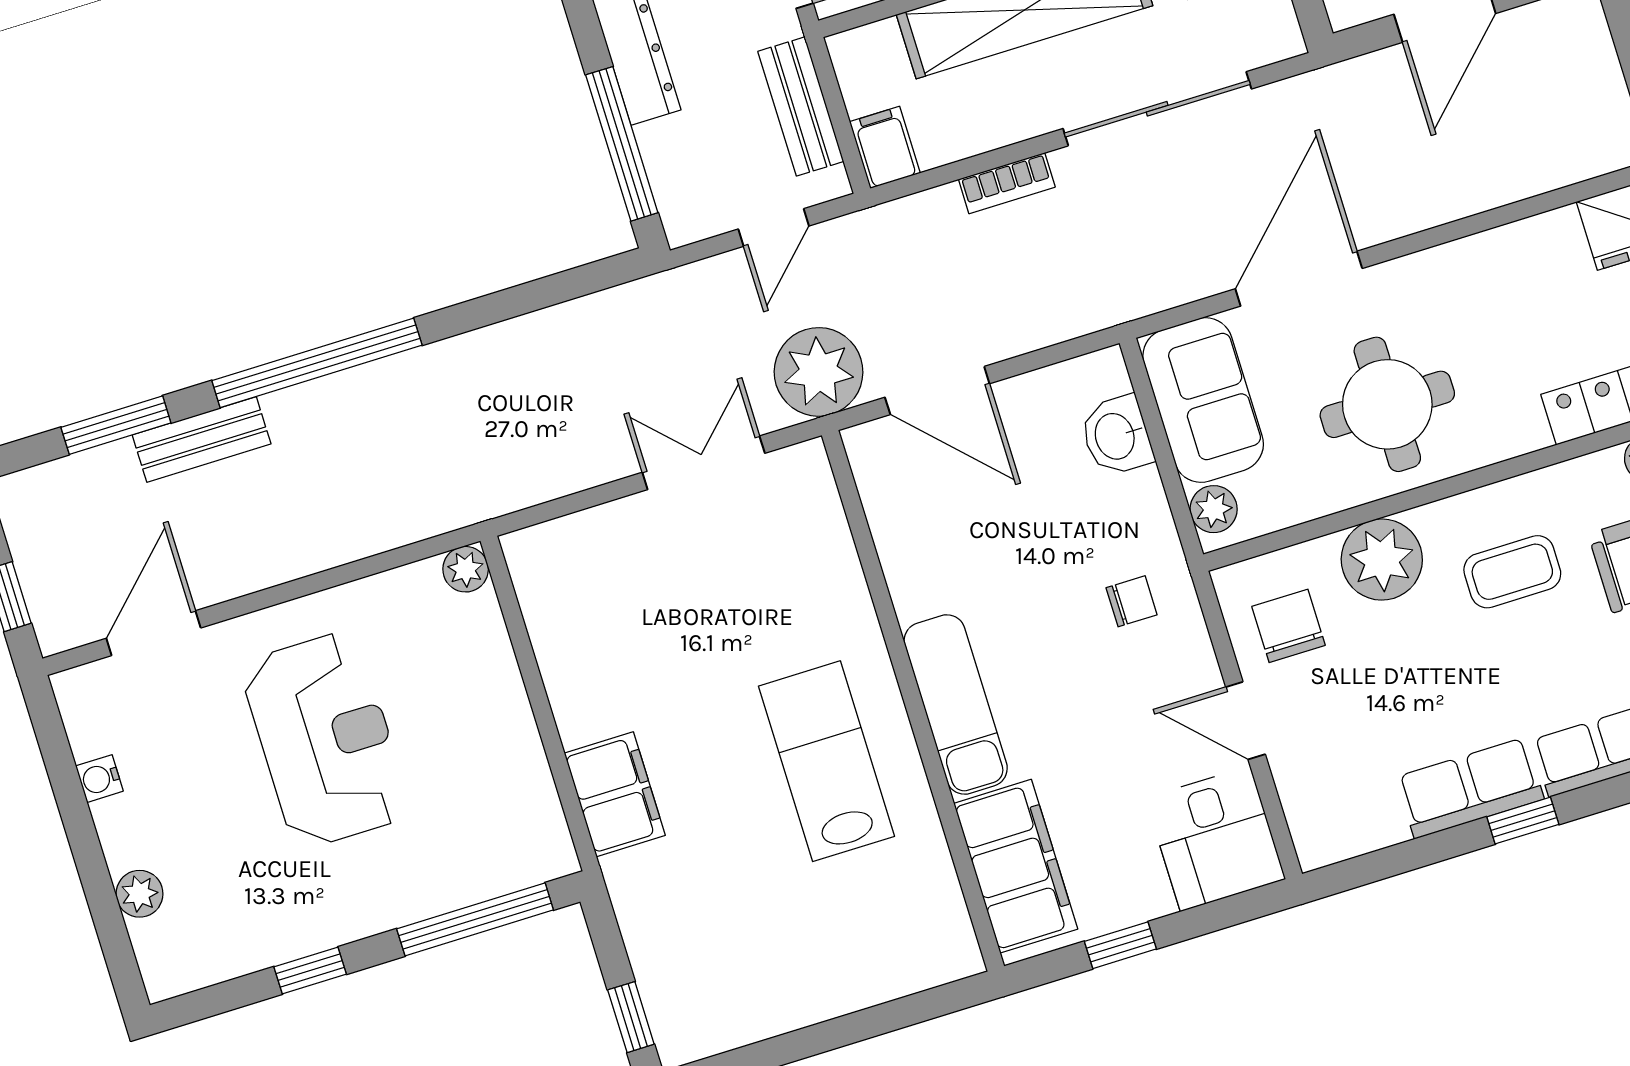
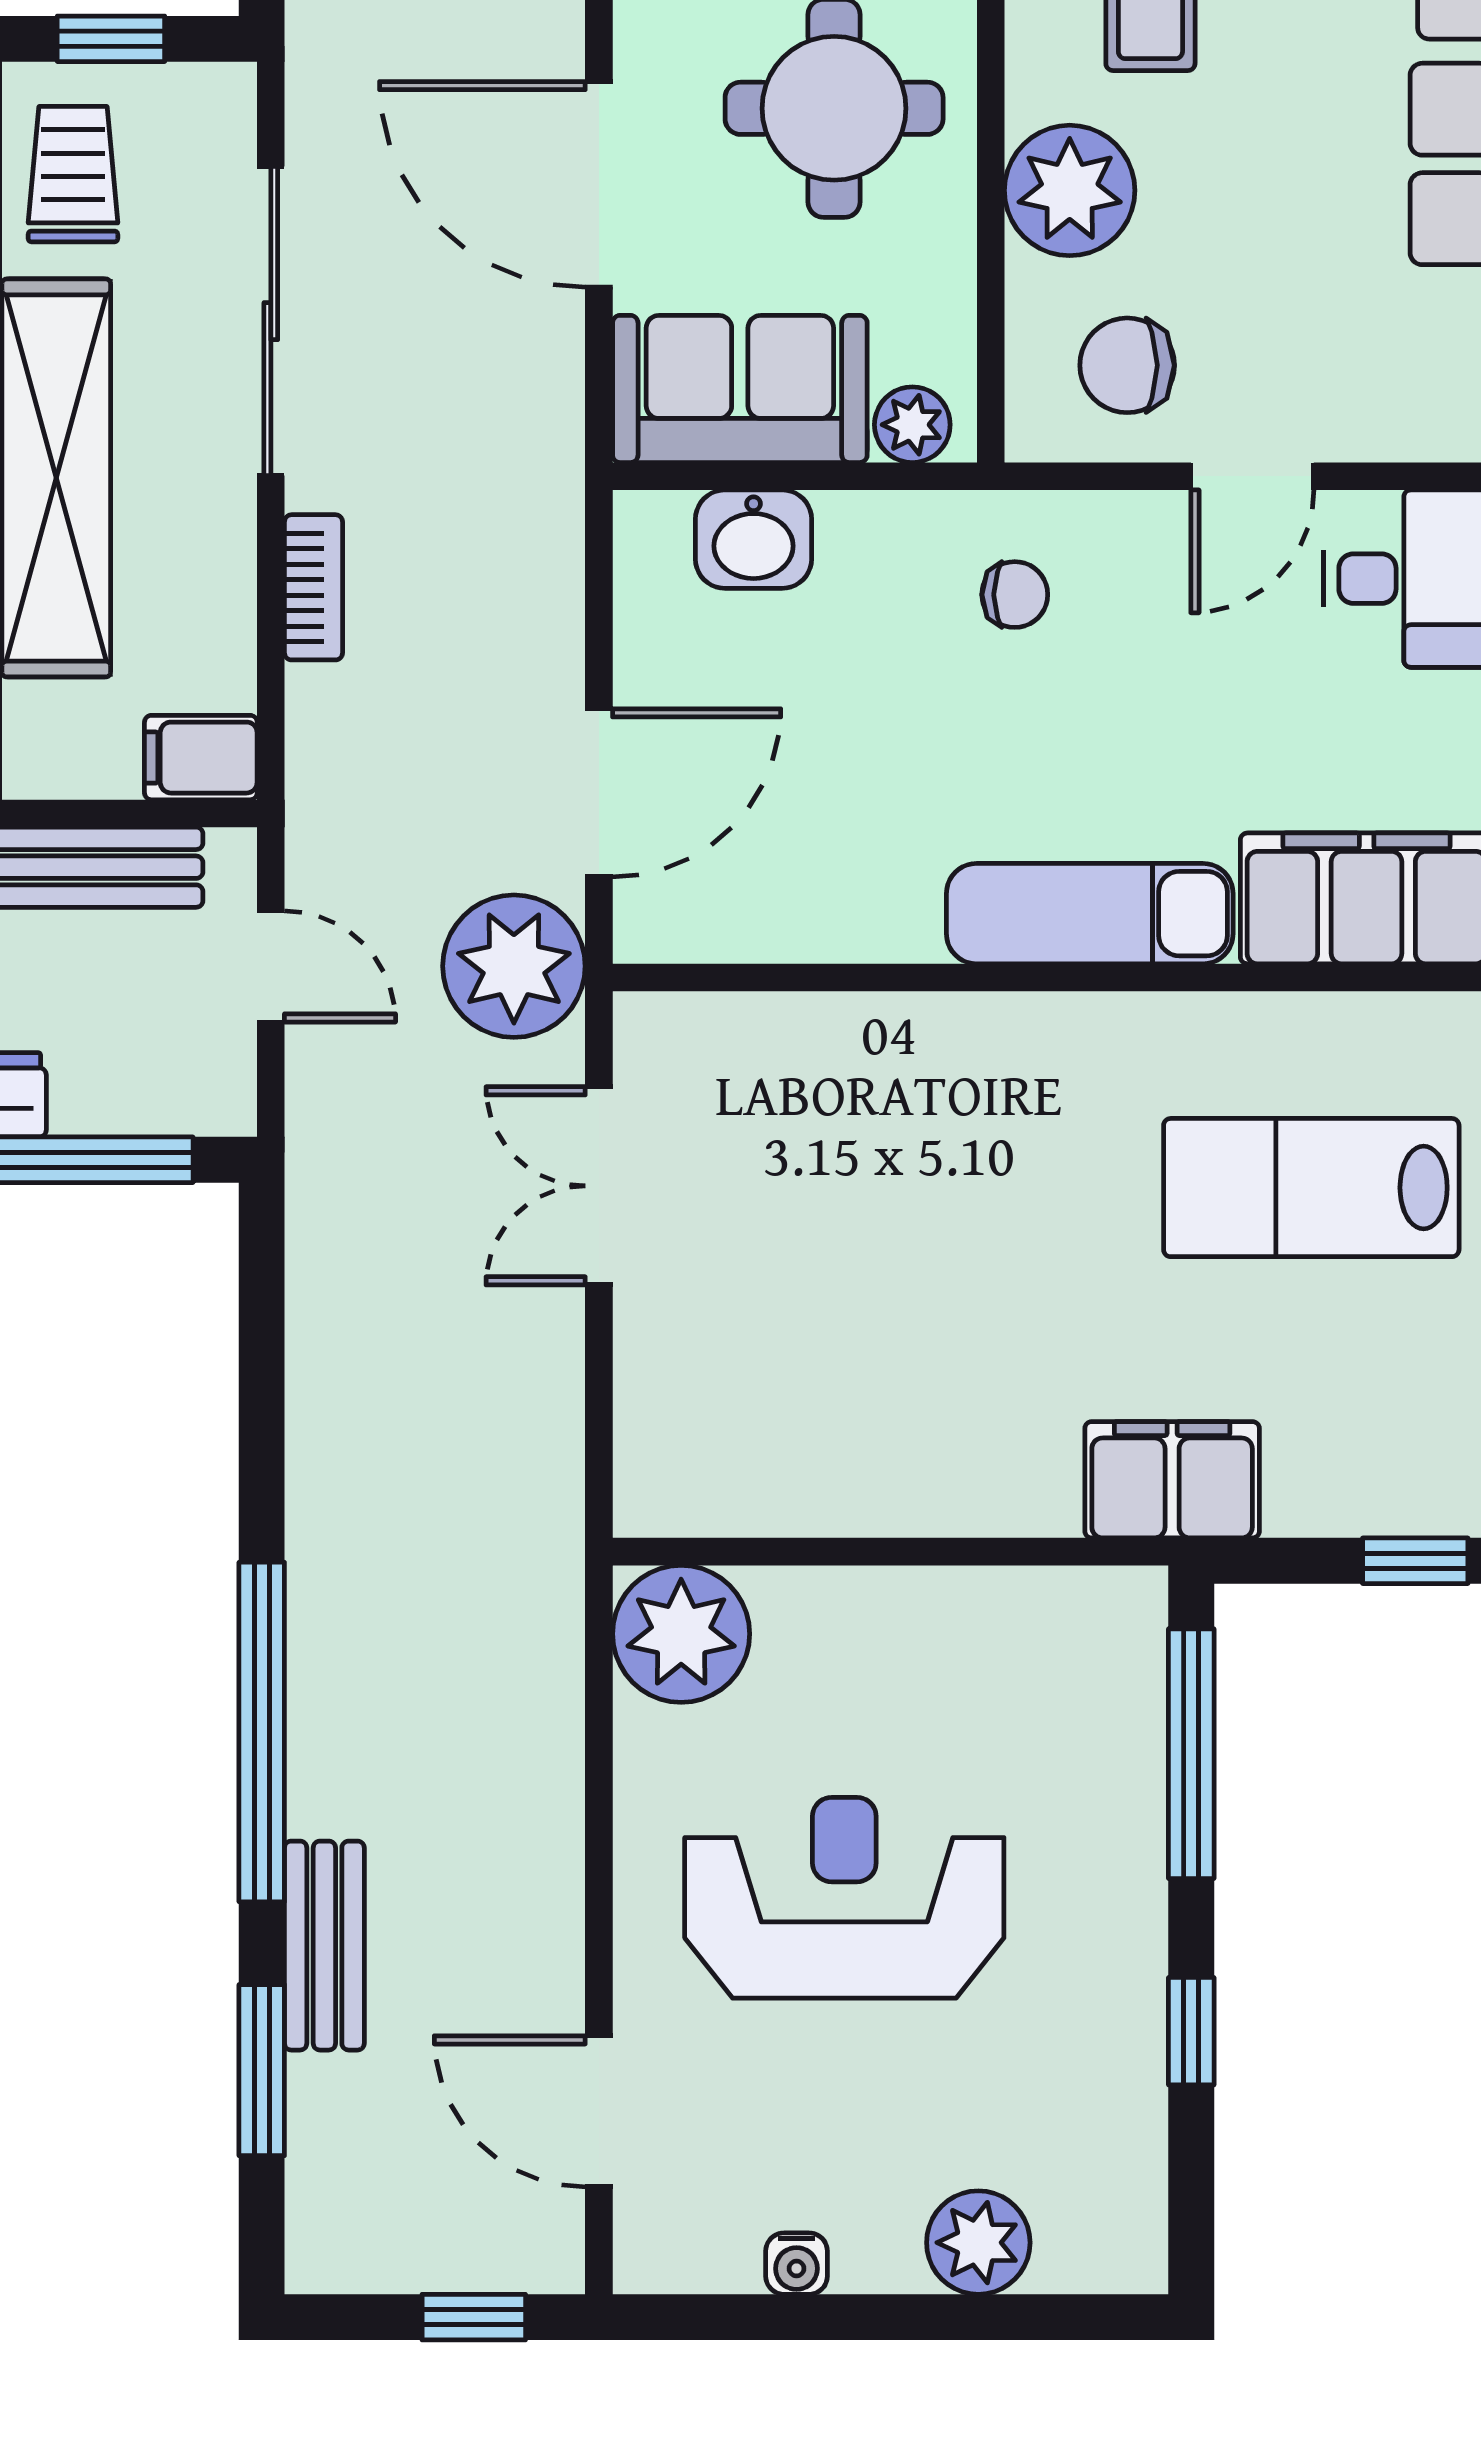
plant: (466, 569) -> (681, 1634), width x1.87, depth x1.87
chair: (1132, 601) -> (1015, 595), turned 90
lab bench: (826, 761) -> (1311, 1188), moved
filing cabinet: (615, 794) -> (1172, 1480), moved
plant: (140, 894) -> (978, 2243), width x1.38, depth x1.38

